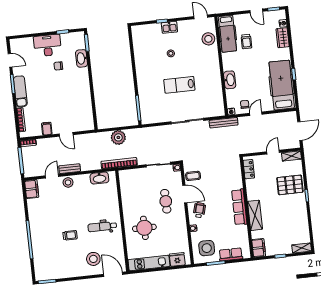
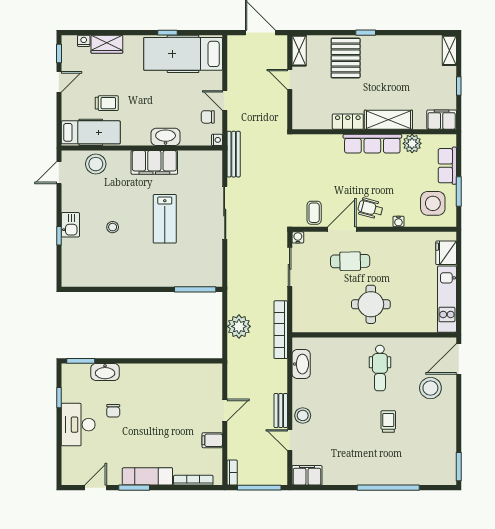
filing cabinet: (213, 75) -> (154, 162), added
locker: (249, 169) -> (348, 122), moved
round table: (144, 228) -> (371, 304), moved
plant: (242, 231) -> (412, 143), added

